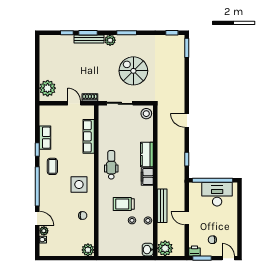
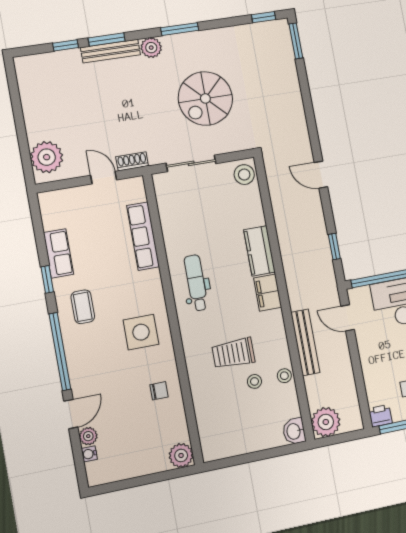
spiral stairs: (133, 71) -> (205, 98), turned -90
door: (37, 218) -> (71, 414), hinge flipped
door: (187, 218) -> (348, 318), moved

